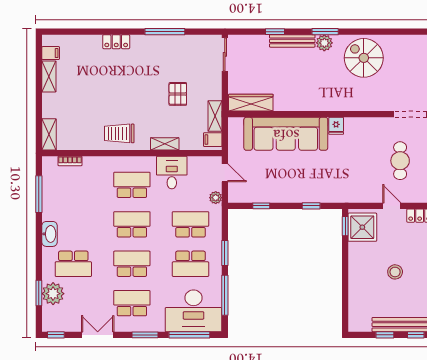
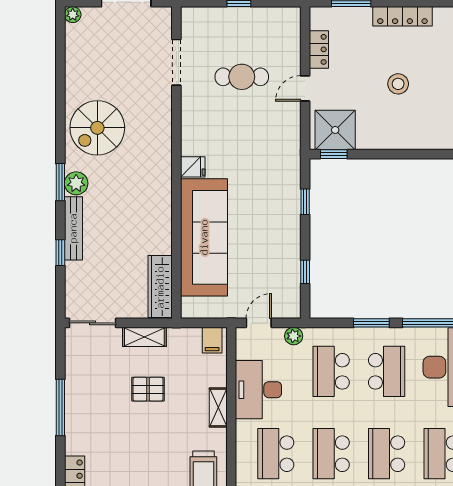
shelving: (215, 116) -> (144, 337), moved
desk: (172, 173) -> (258, 390), width x1.37

